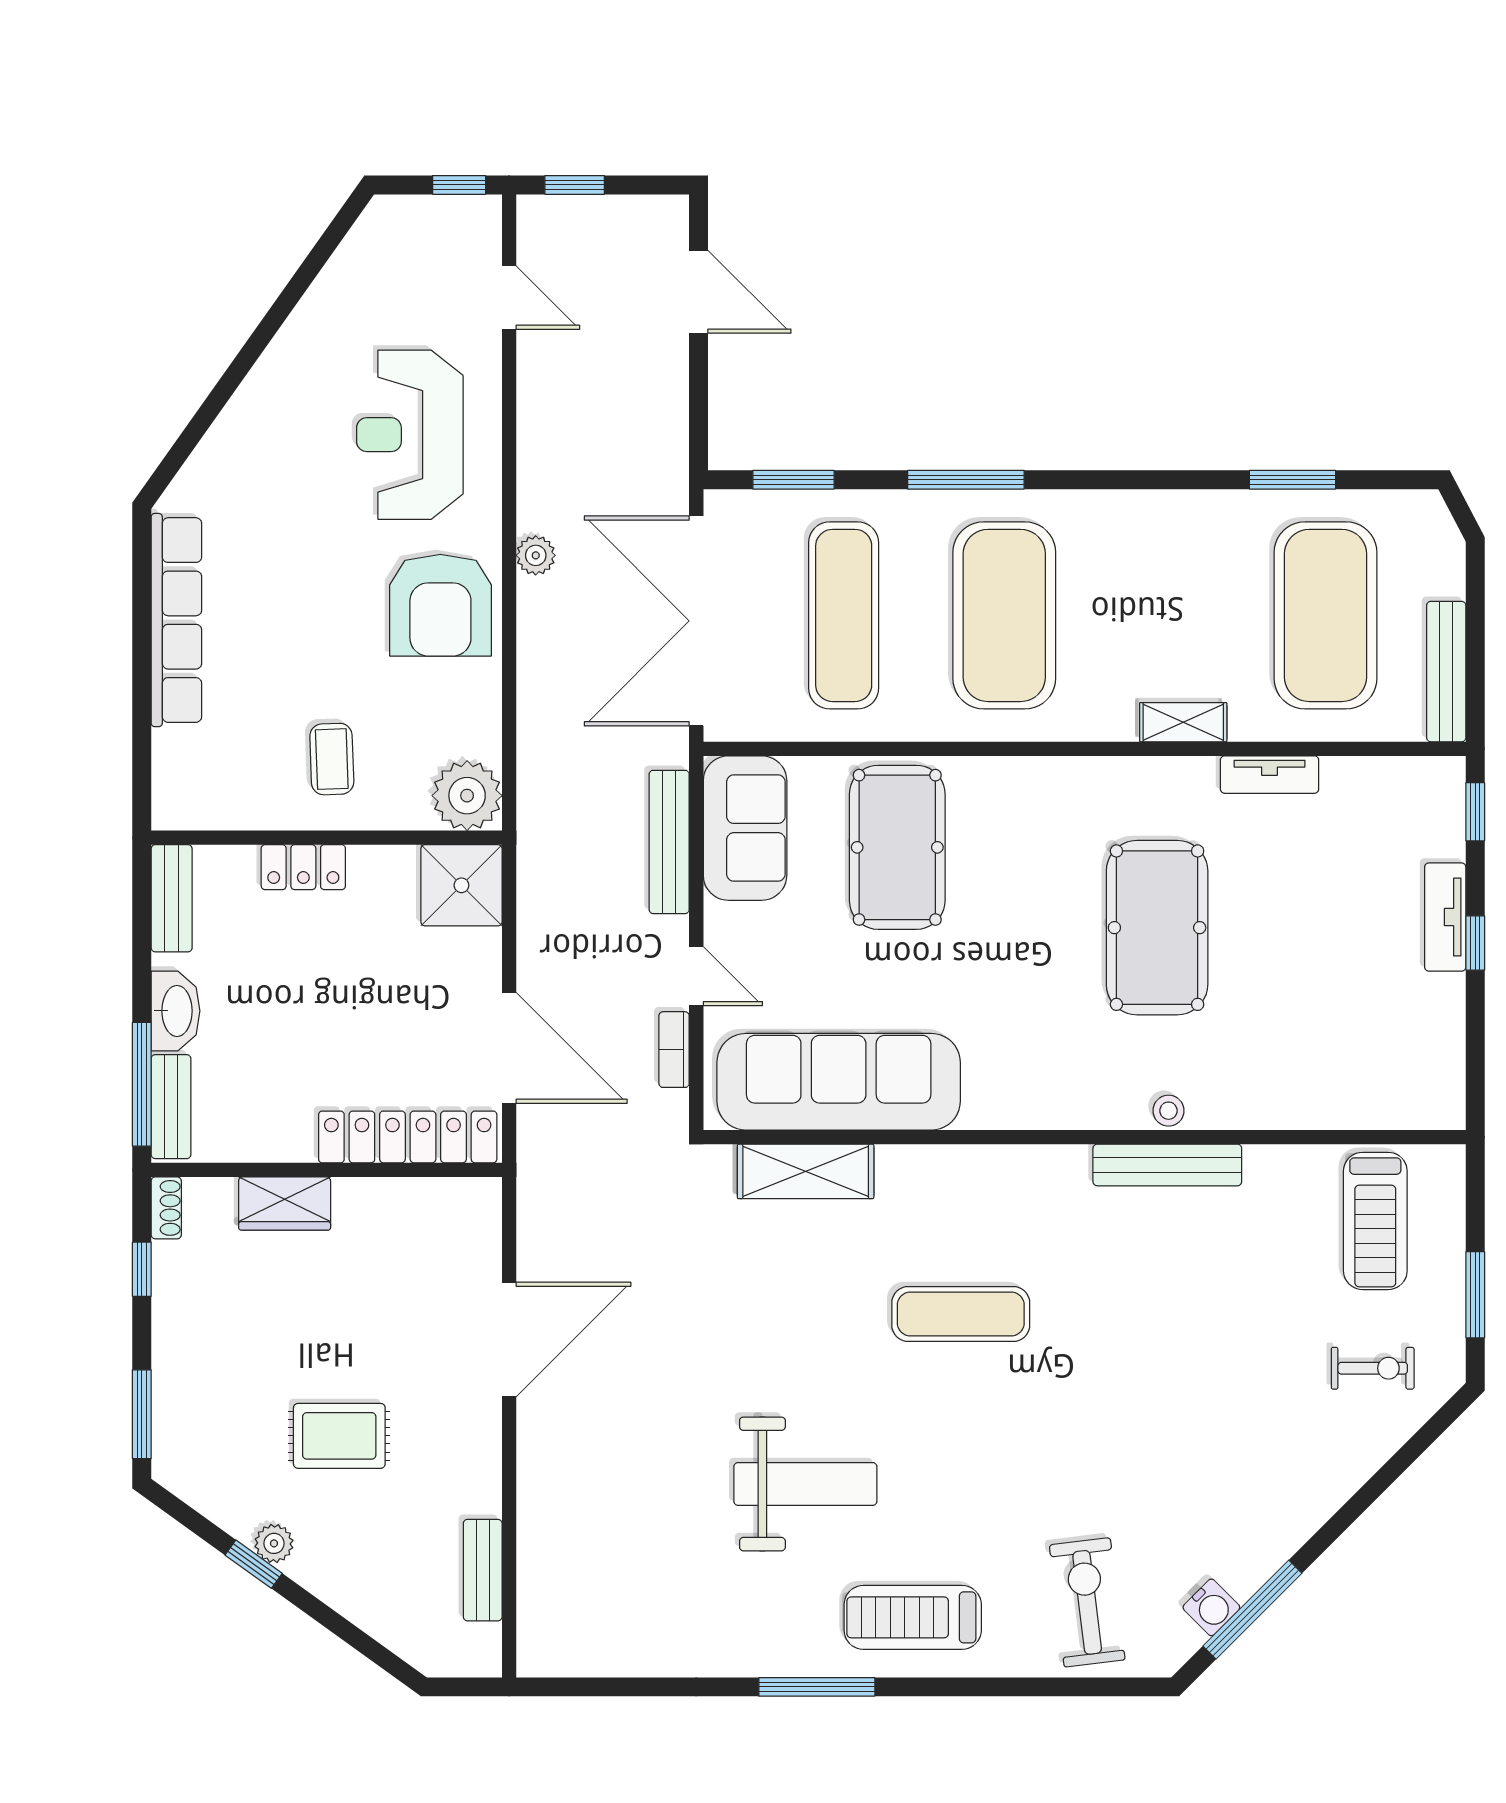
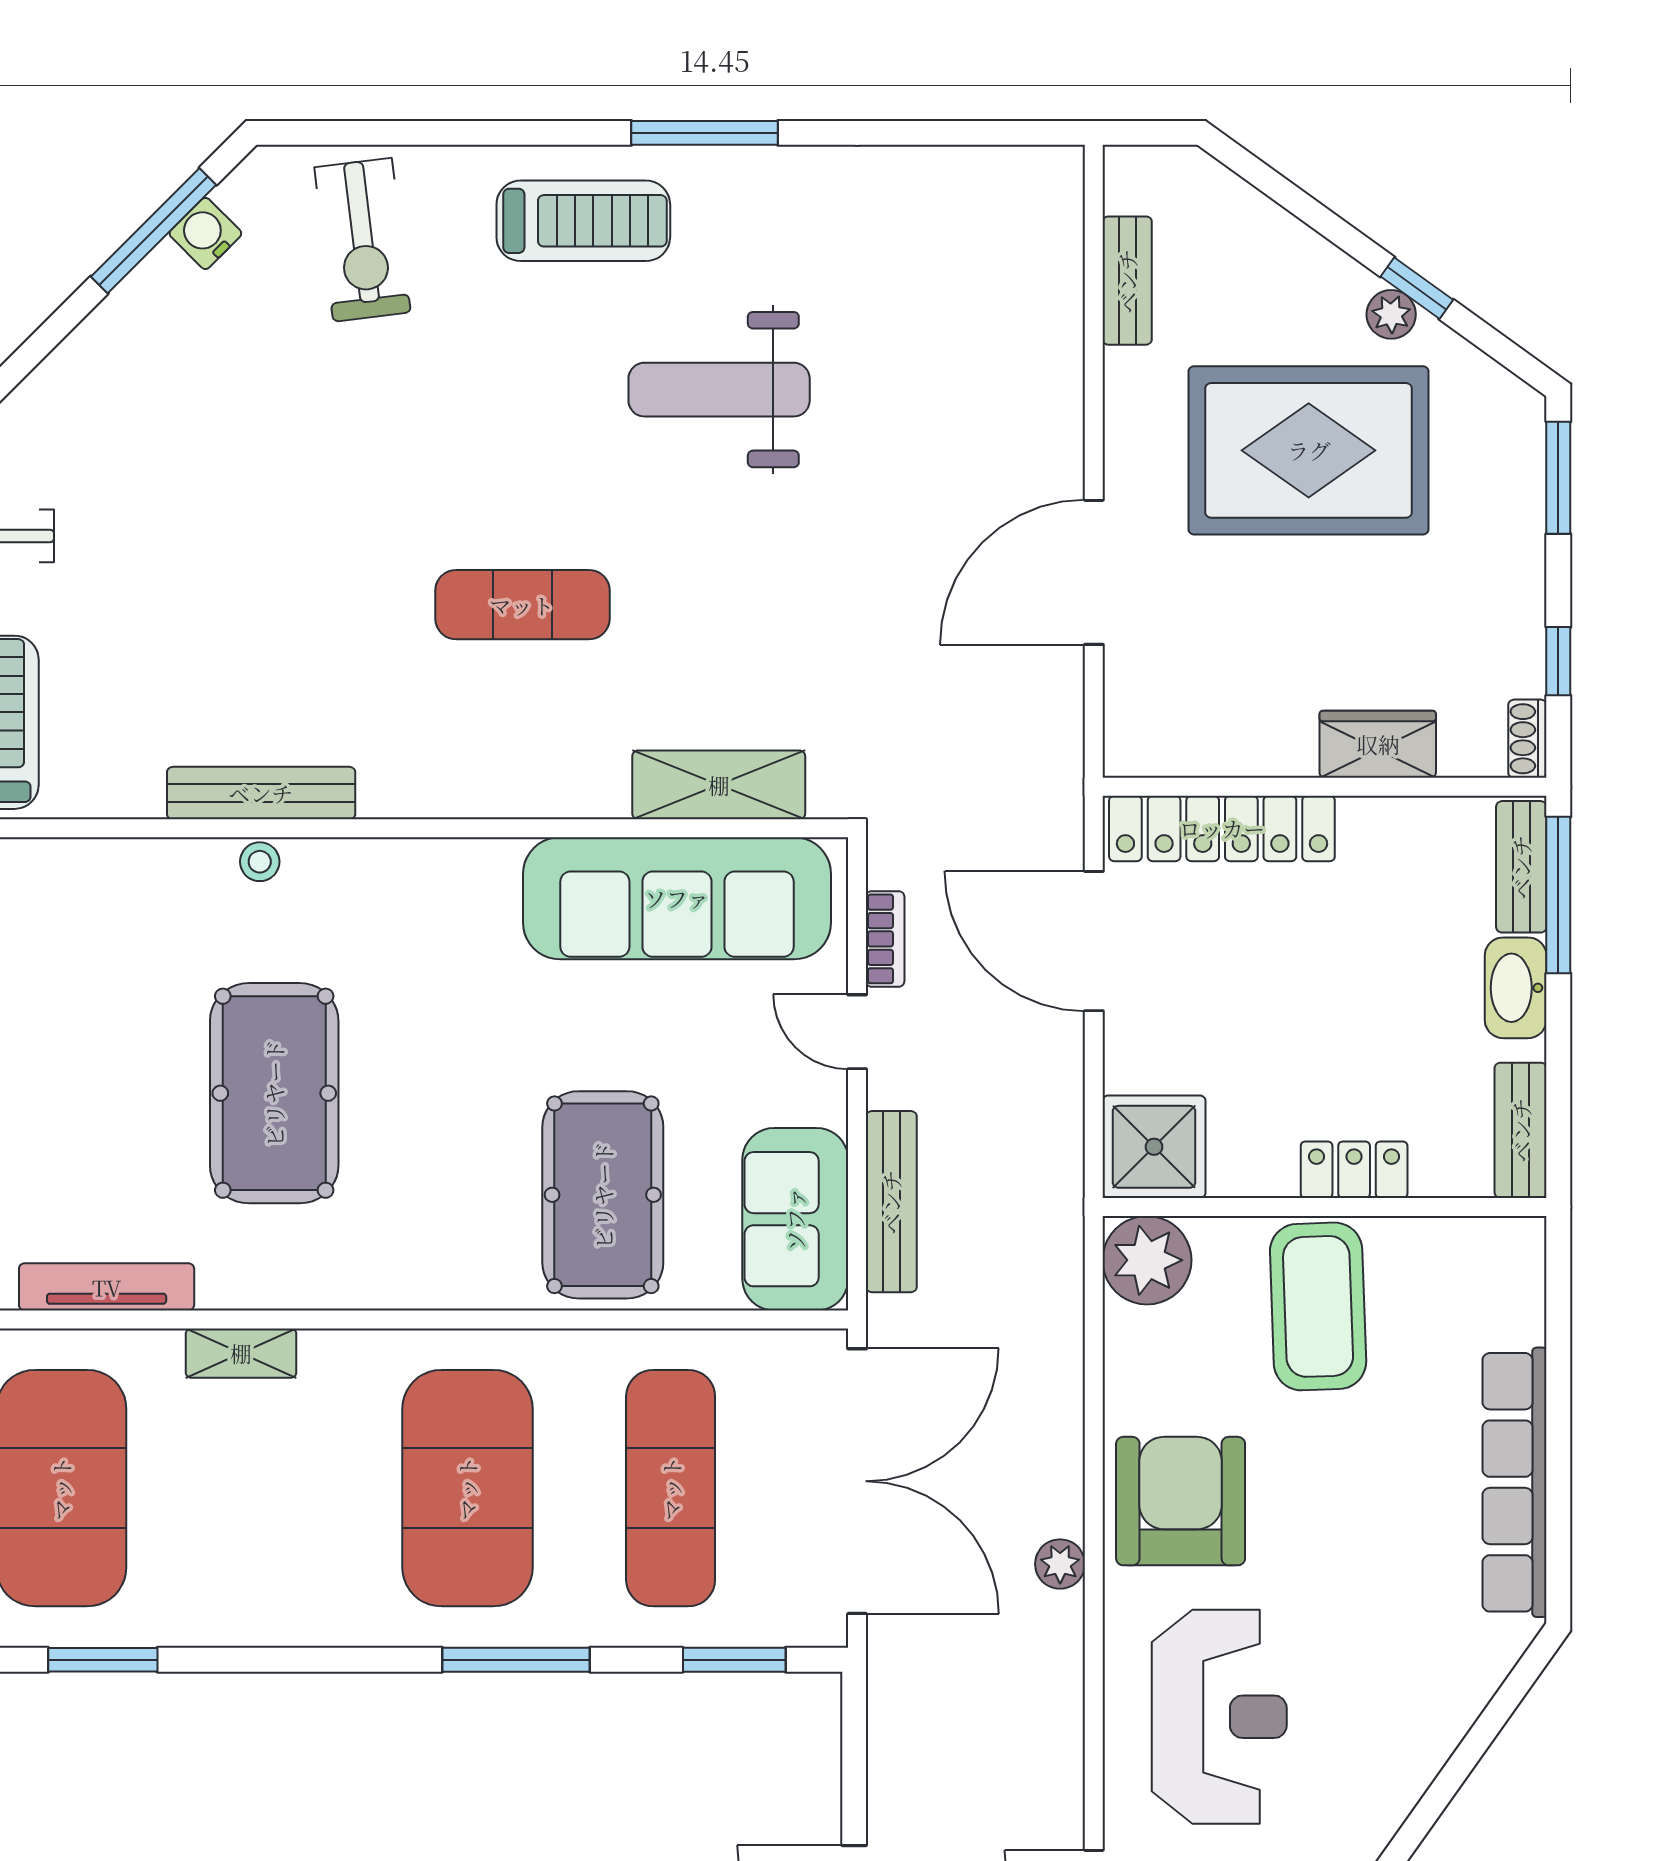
coffee table: (332, 759) -> (1318, 1306), width x1.86, depth x1.72
tv unit: (1270, 775) -> (107, 1287), width x1.41
rug: (339, 1436) -> (1309, 450), width x1.86, depth x2.06

